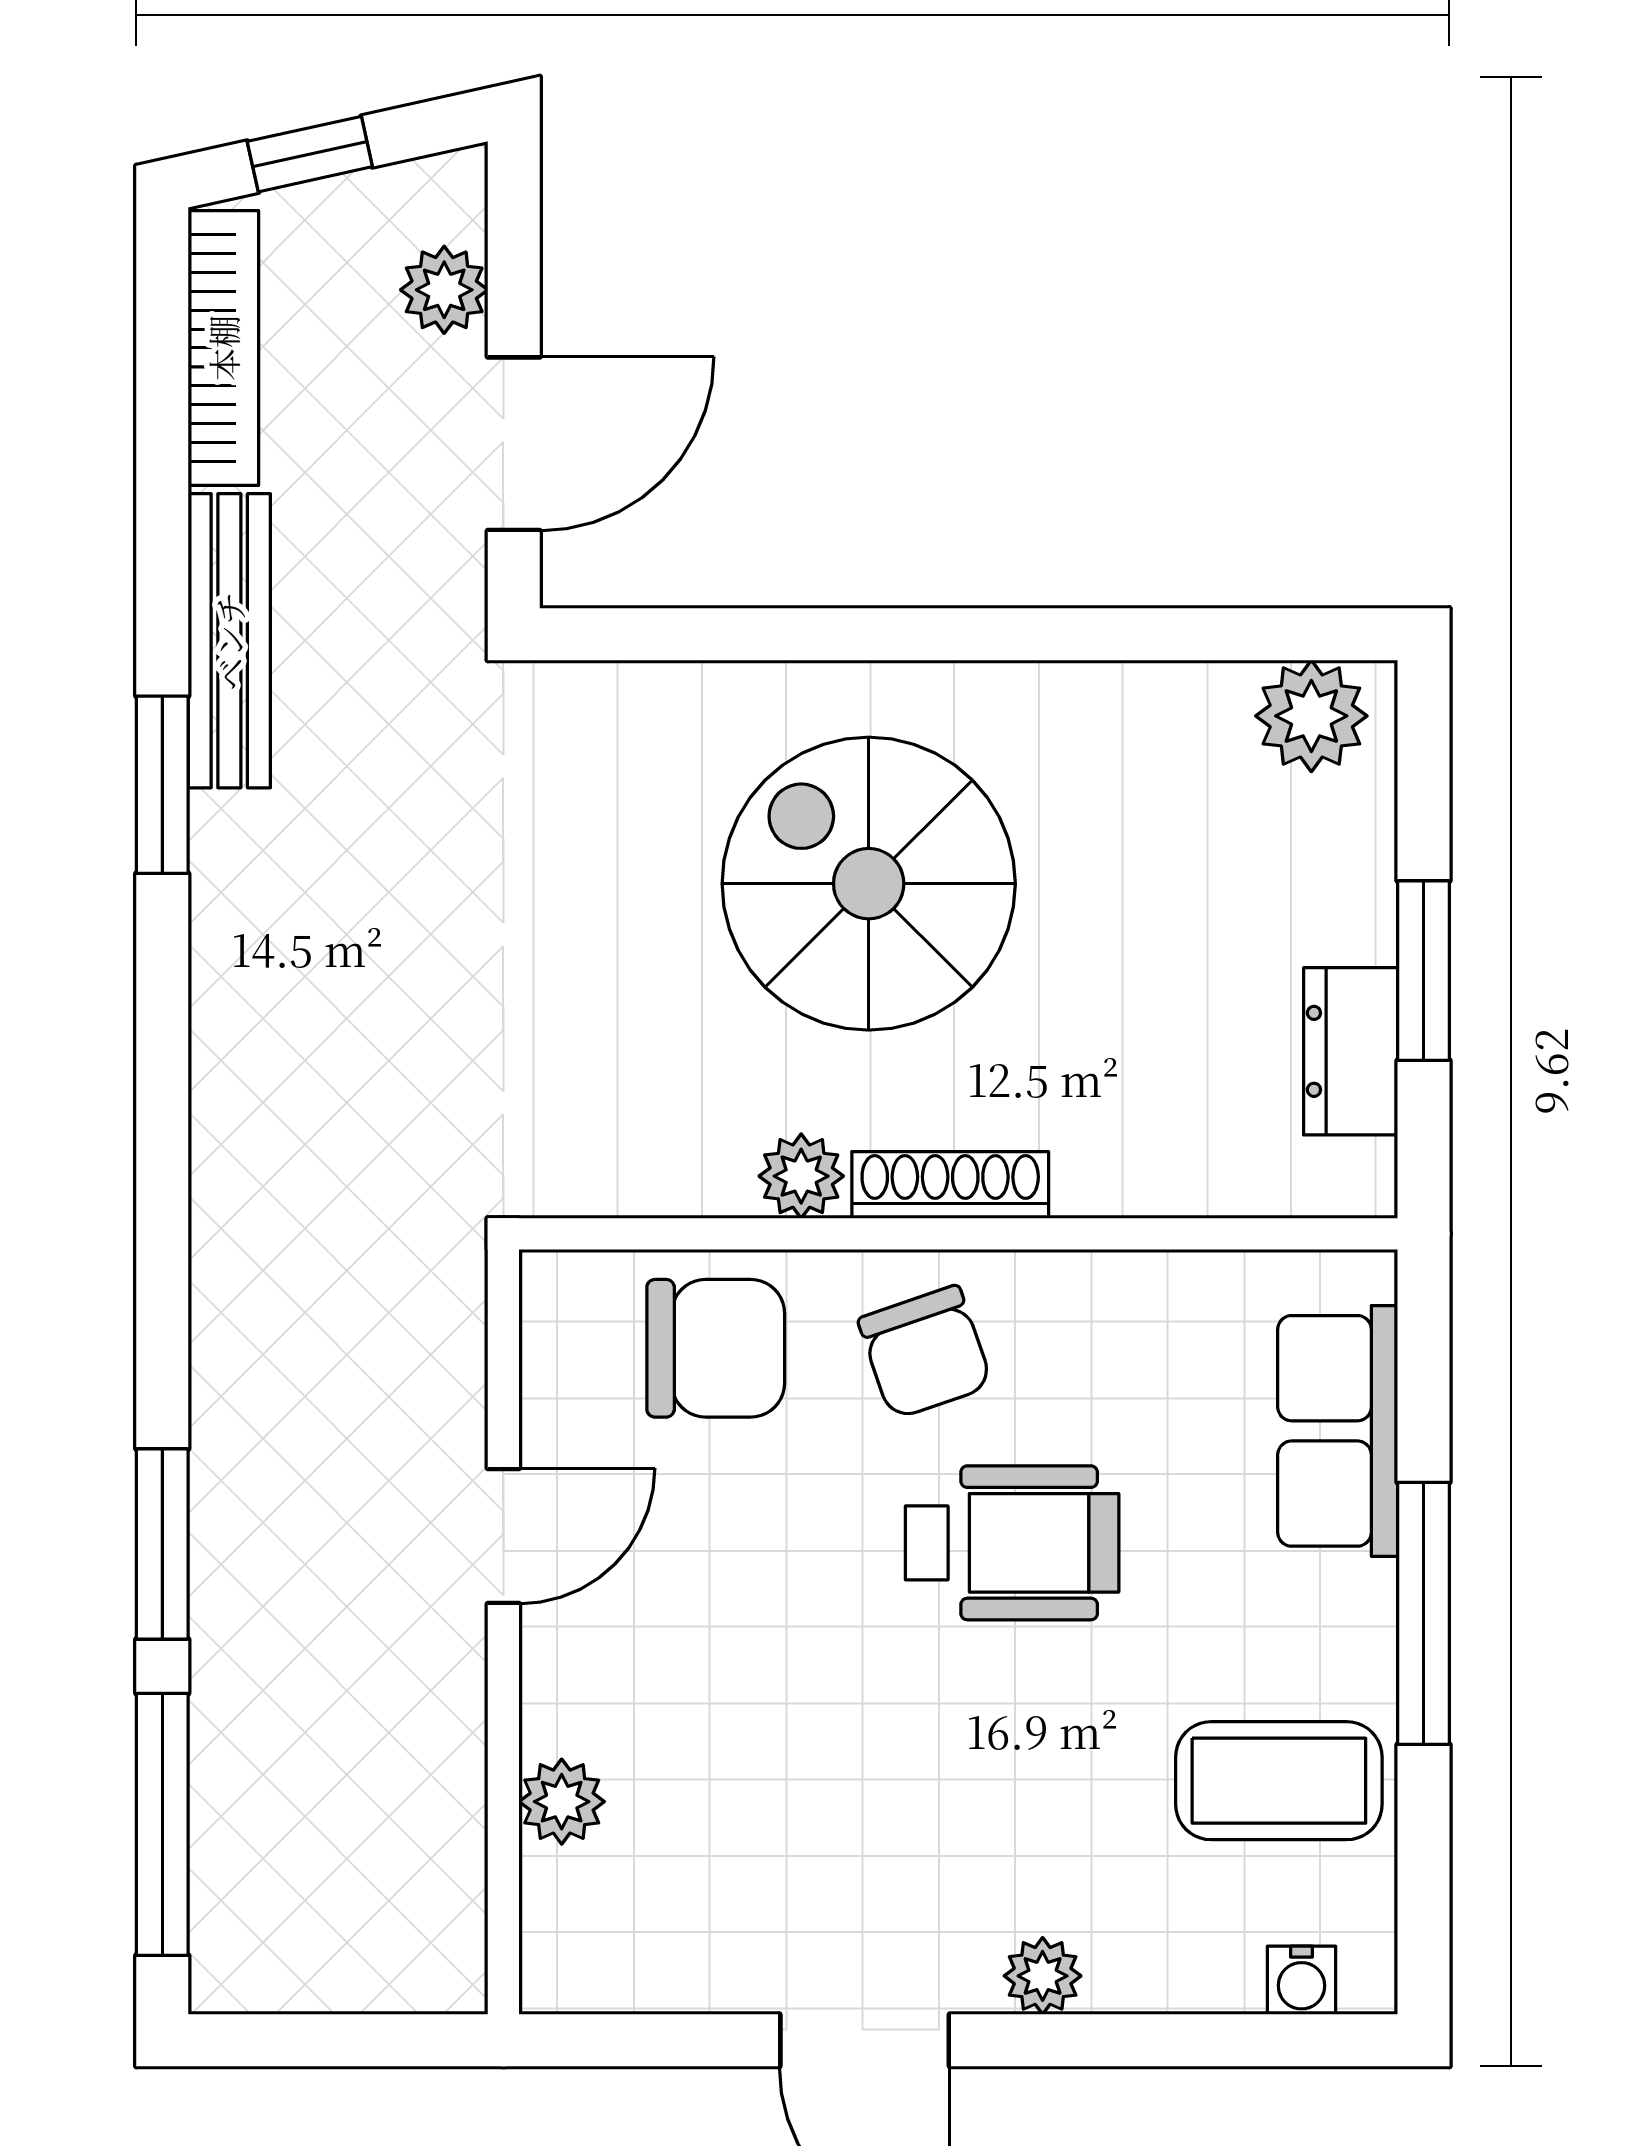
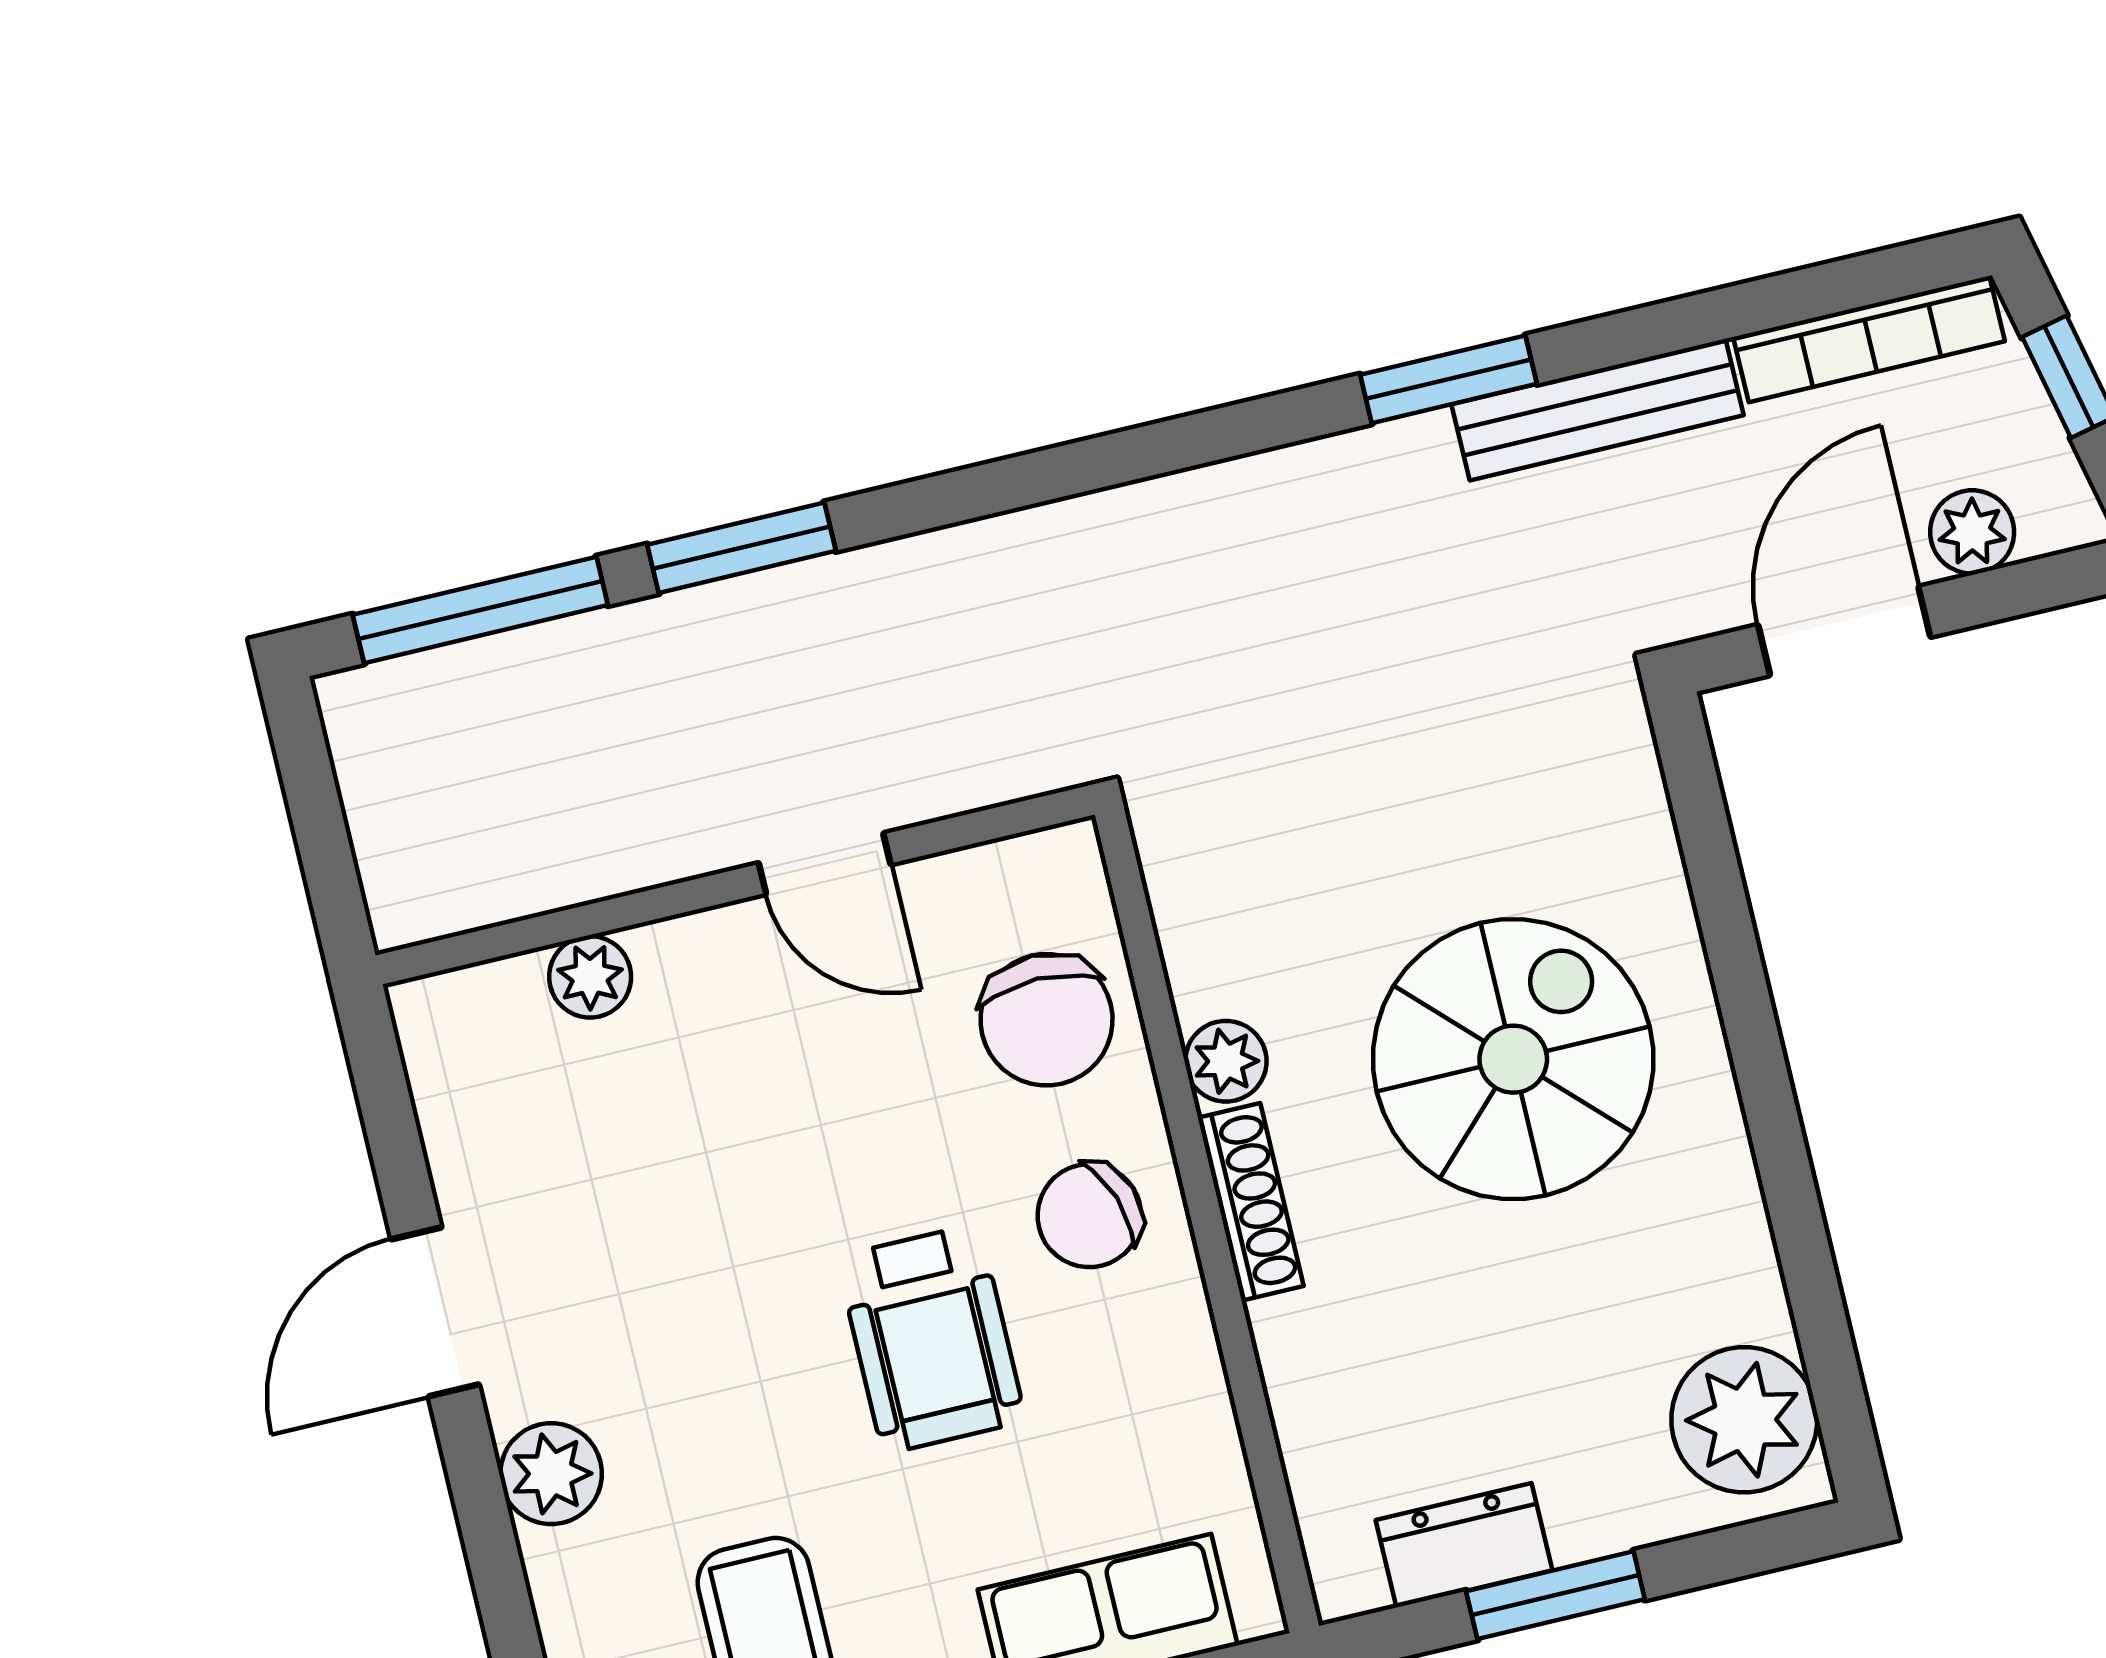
door: (514, 444) -> (1844, 631), swing flipped
plant: (1311, 716) -> (1744, 1420), width x1.36, depth x1.36
plant: (1043, 1976) -> (551, 1474), width x1.38, depth x1.38

